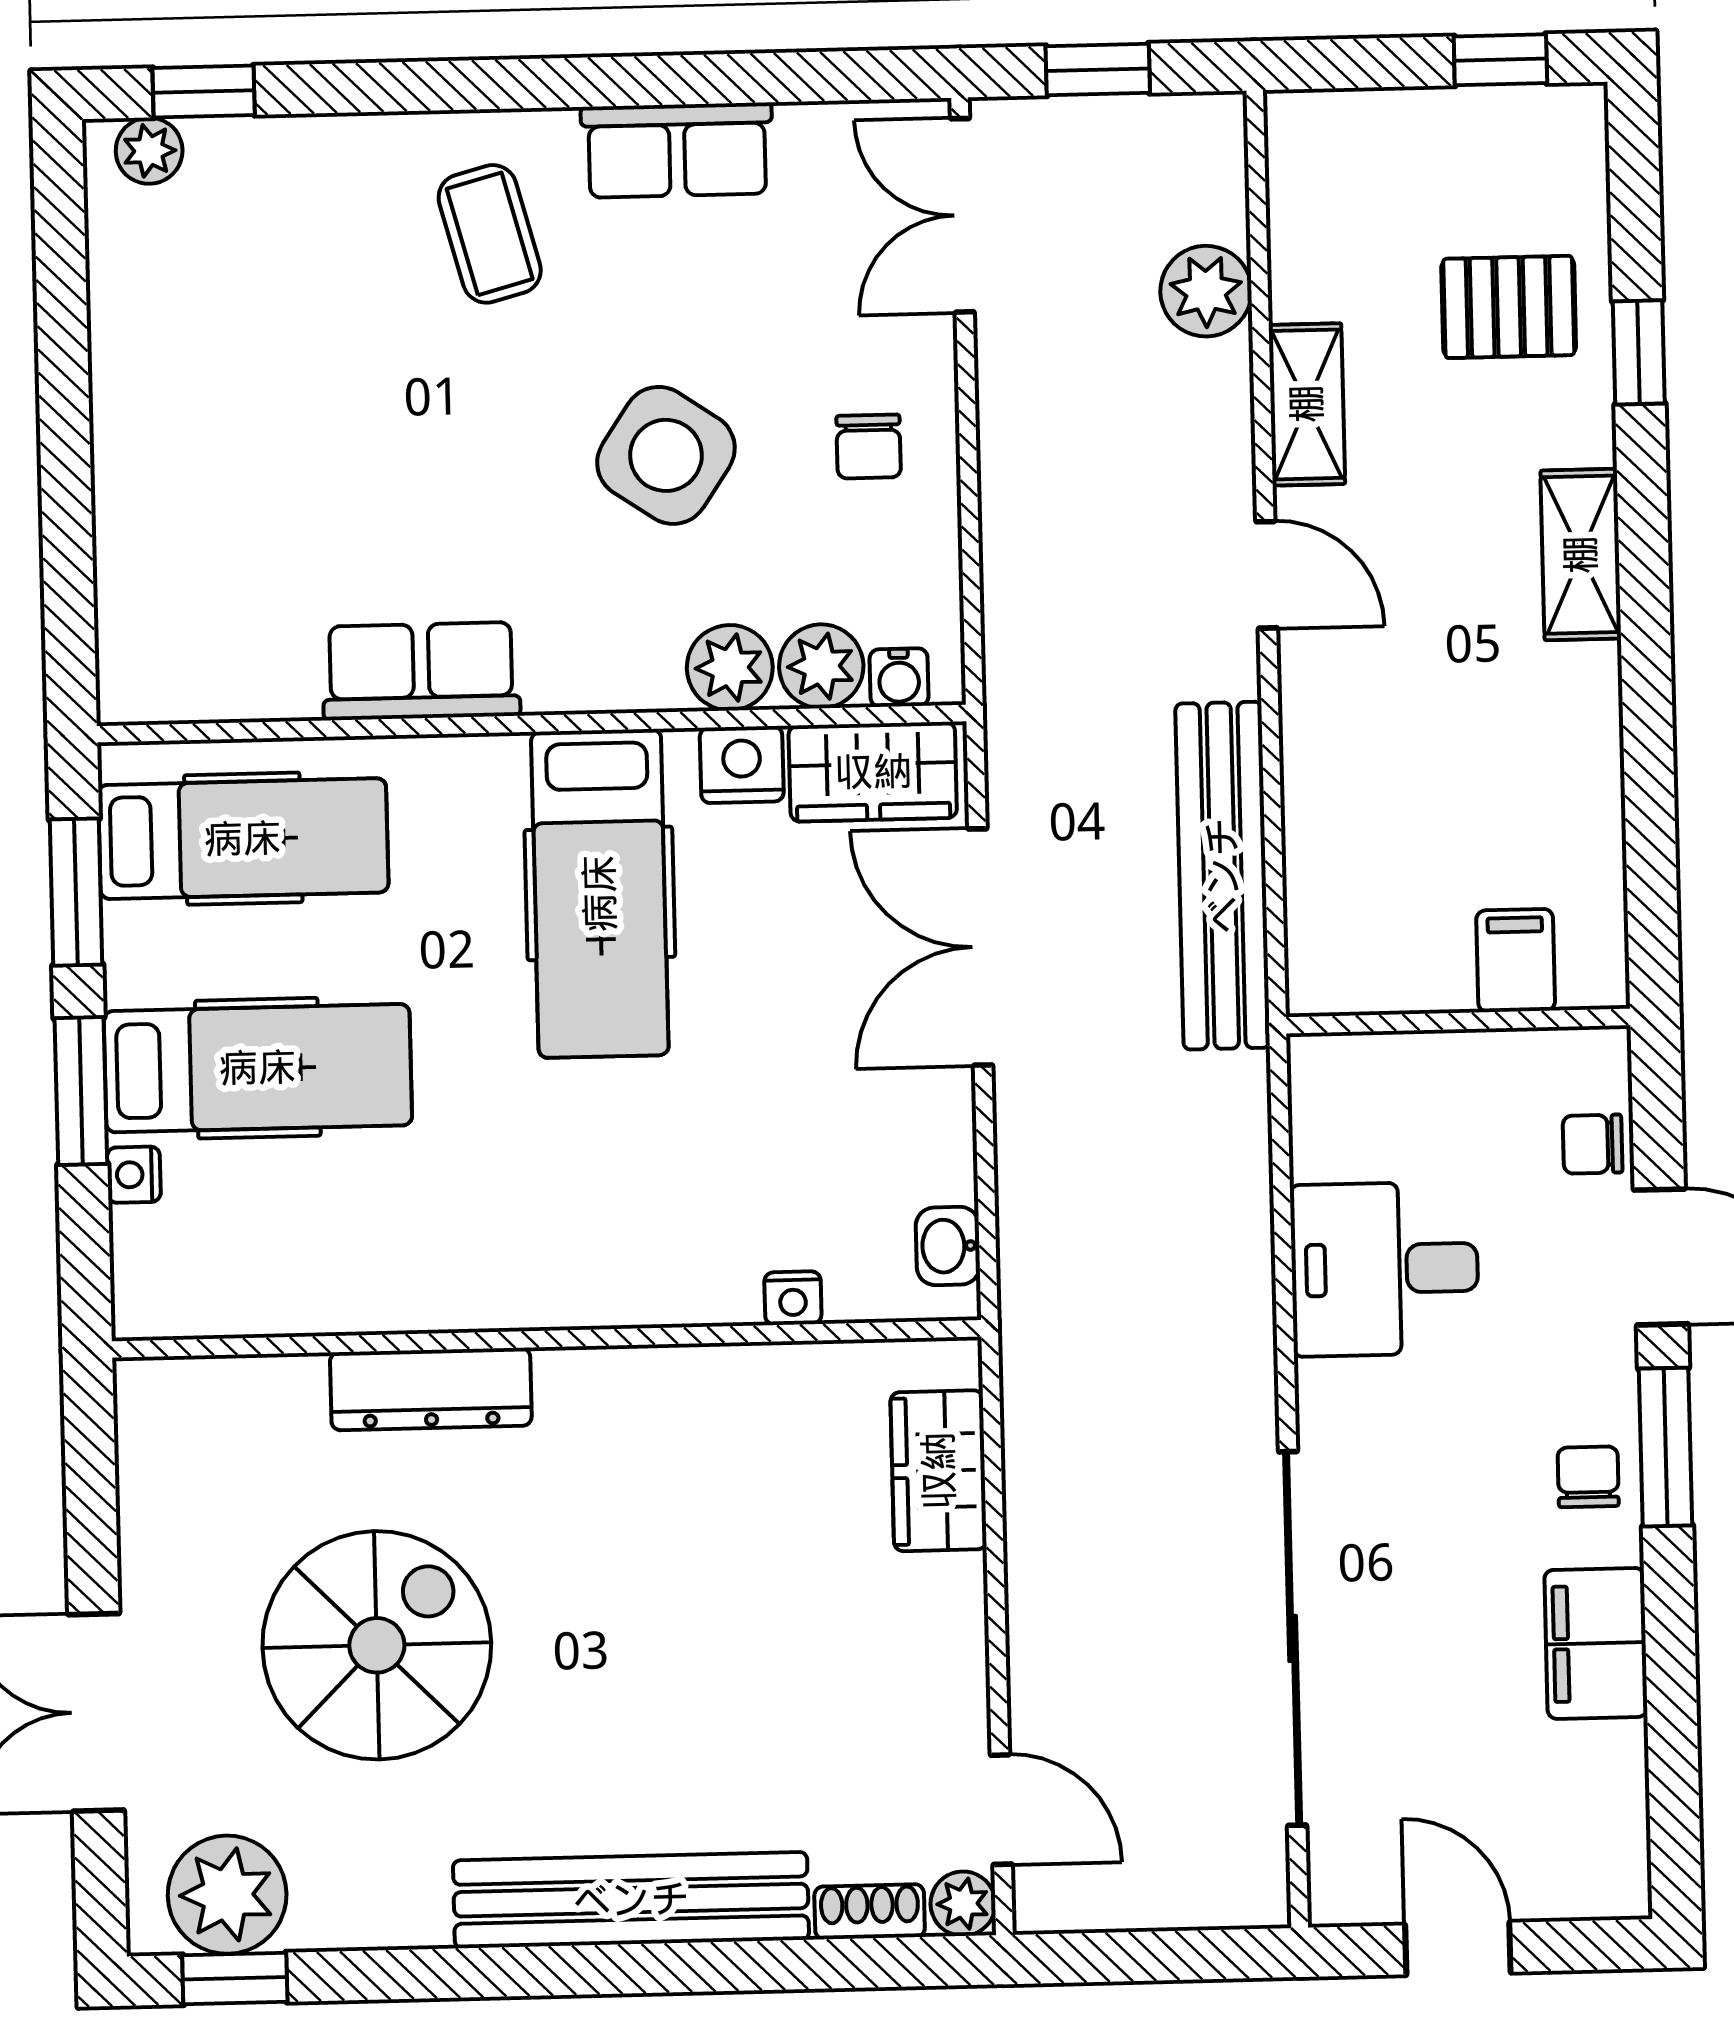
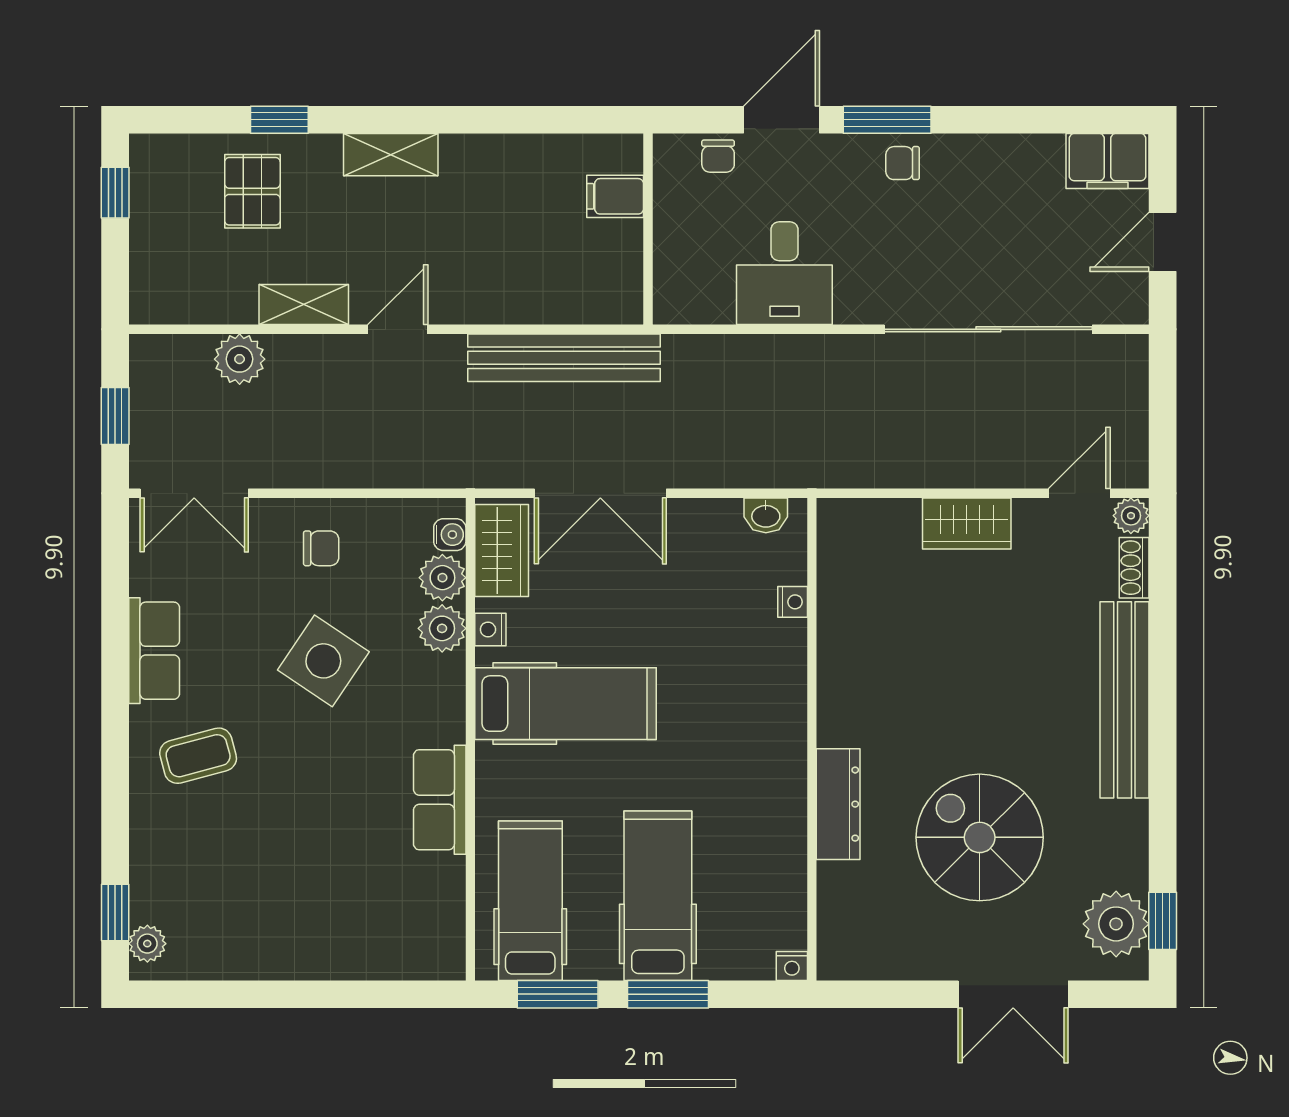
nightstand: (742, 765) -> (490, 629), width x0.72, depth x0.74
nightstand: (134, 1175) -> (792, 966), moved
wardrobe: (939, 1471) -> (967, 523), moved
filing cabinet: (1596, 1643) -> (1107, 161), moved

